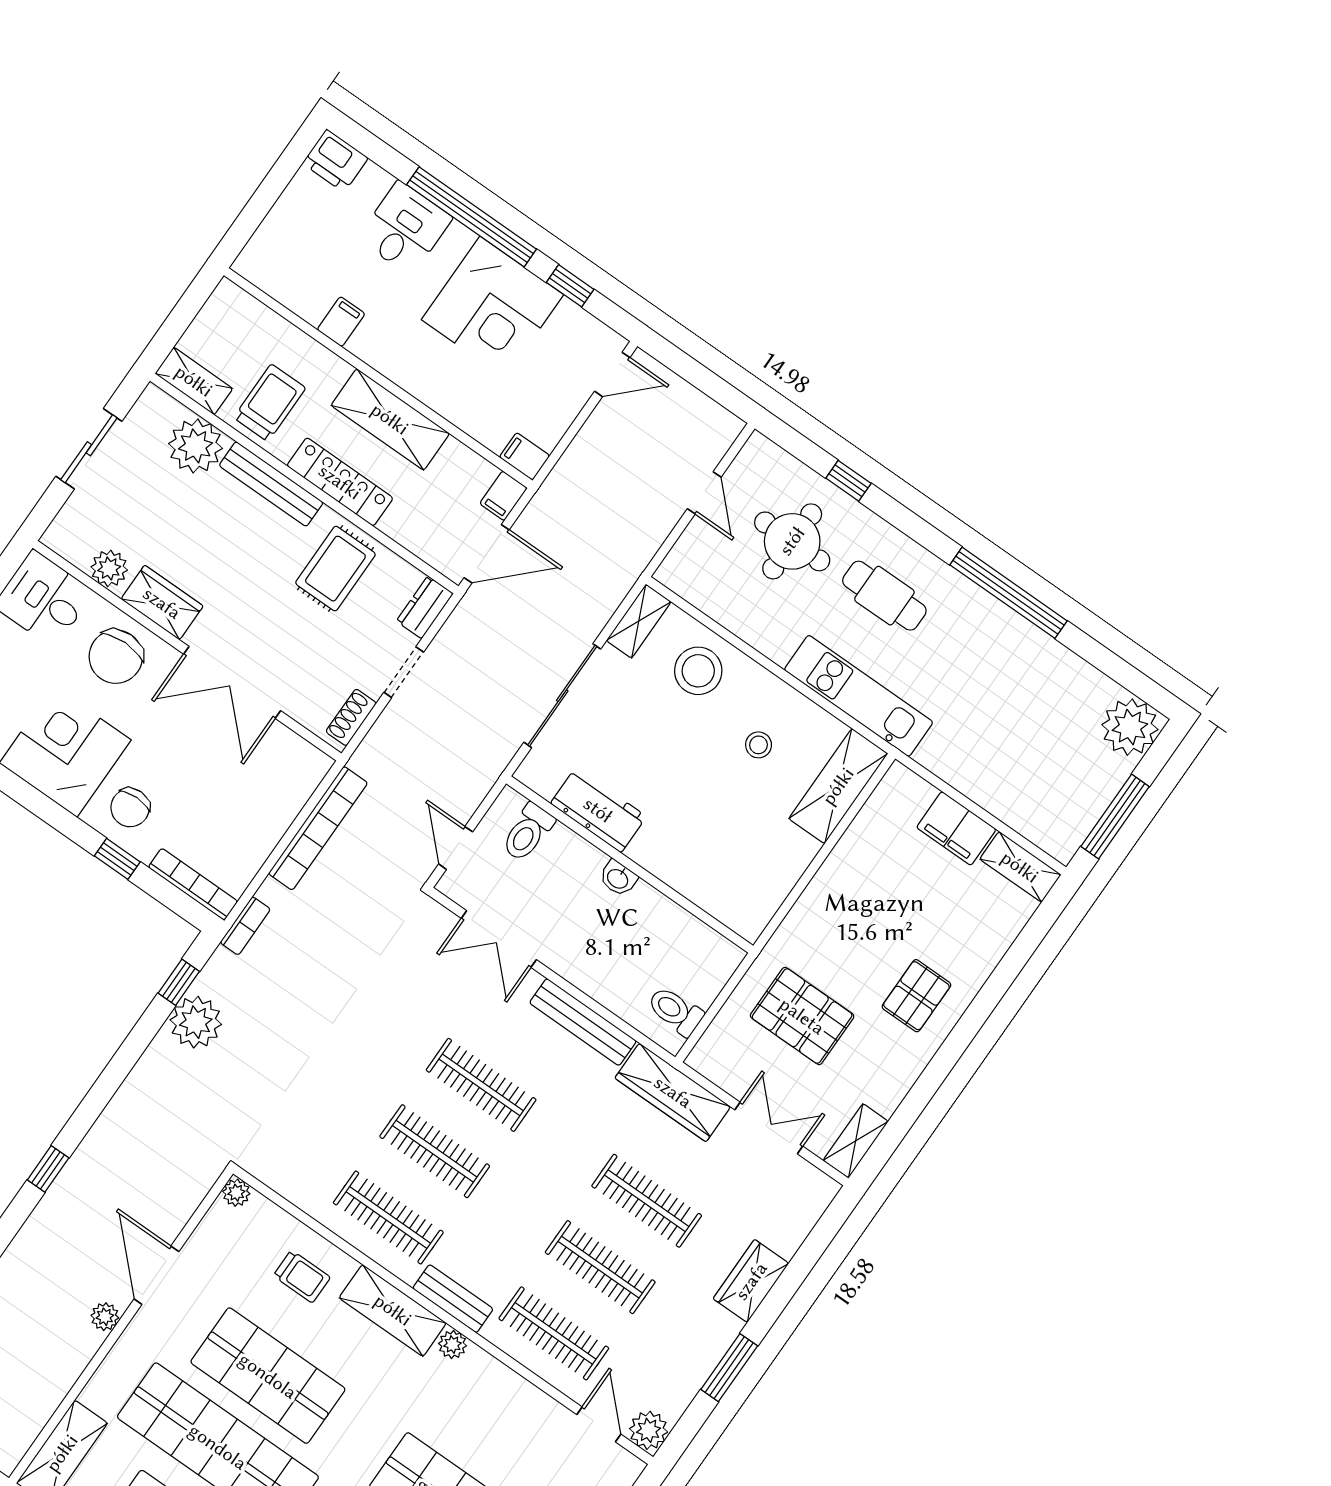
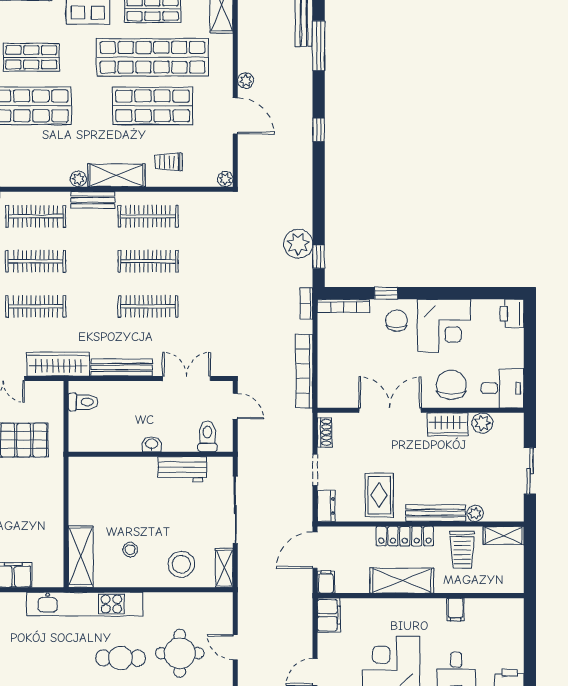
plant: (196, 446) -> (475, 513), width x0.53, depth x0.53
filing cabinet: (525, 456) -> (329, 615), width x2.00
kitchen unit: (859, 696) -> (85, 604), width x1.36

